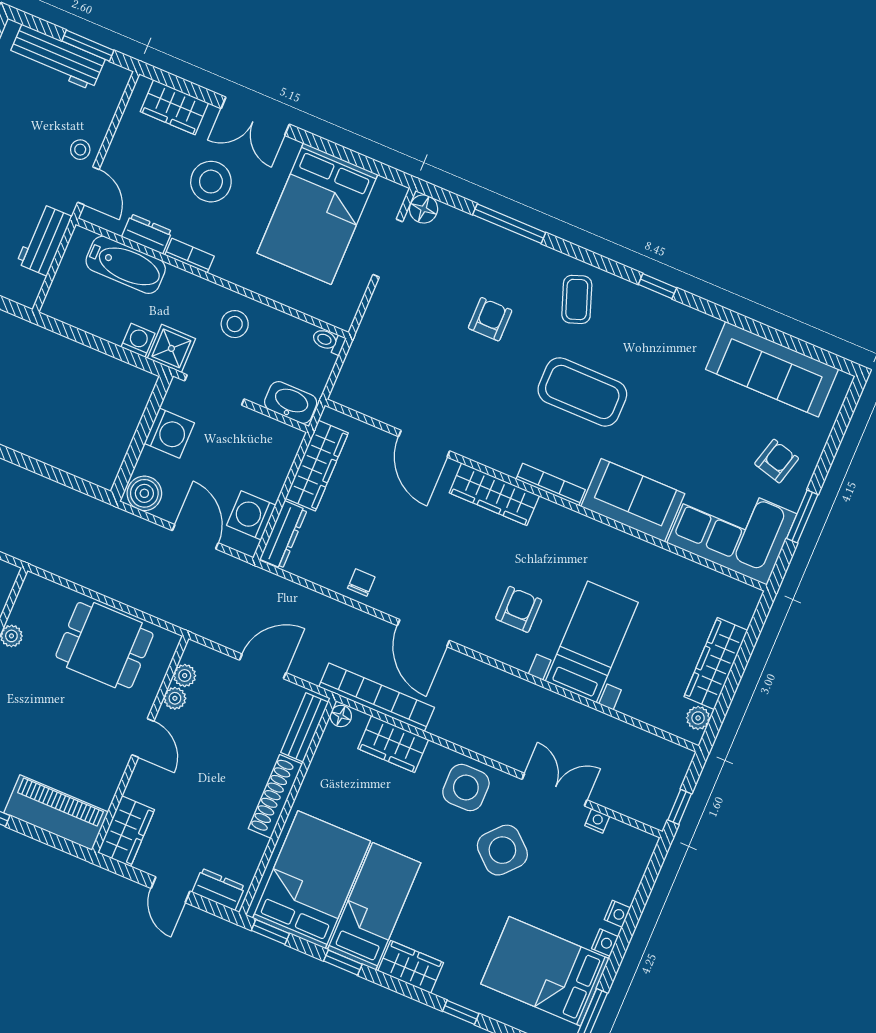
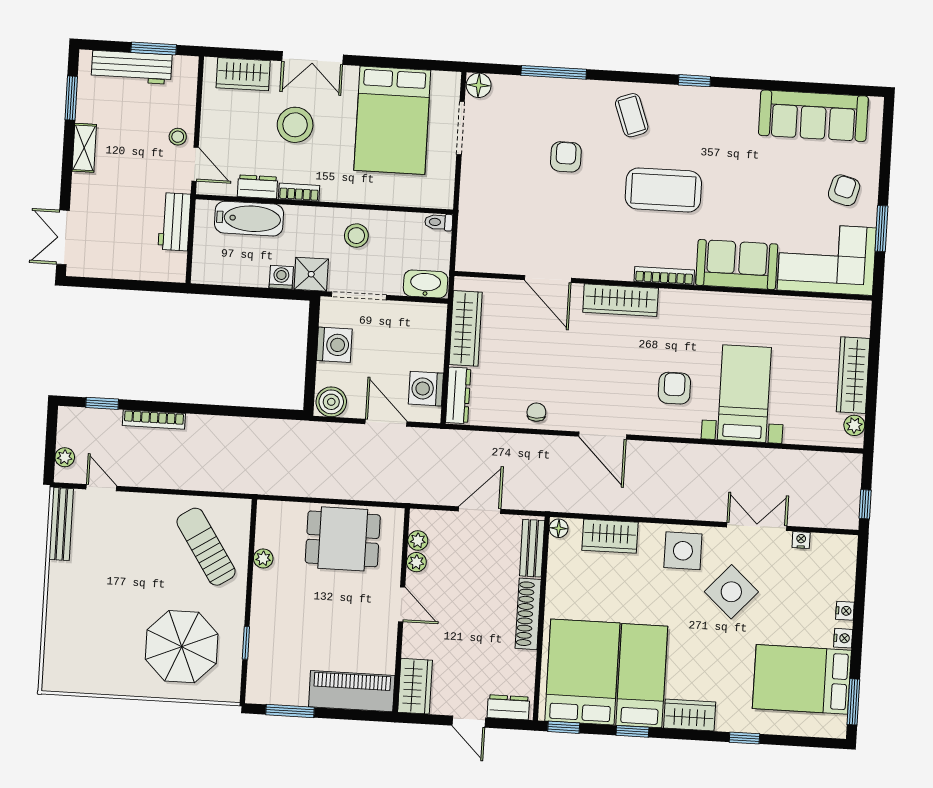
bookcase: (377, 697) -> (583, 502), removed

